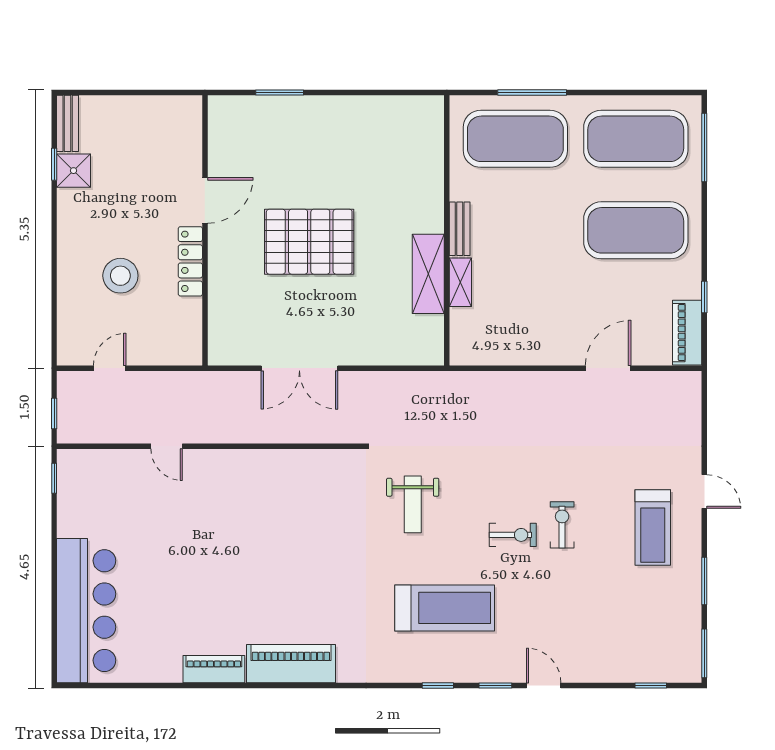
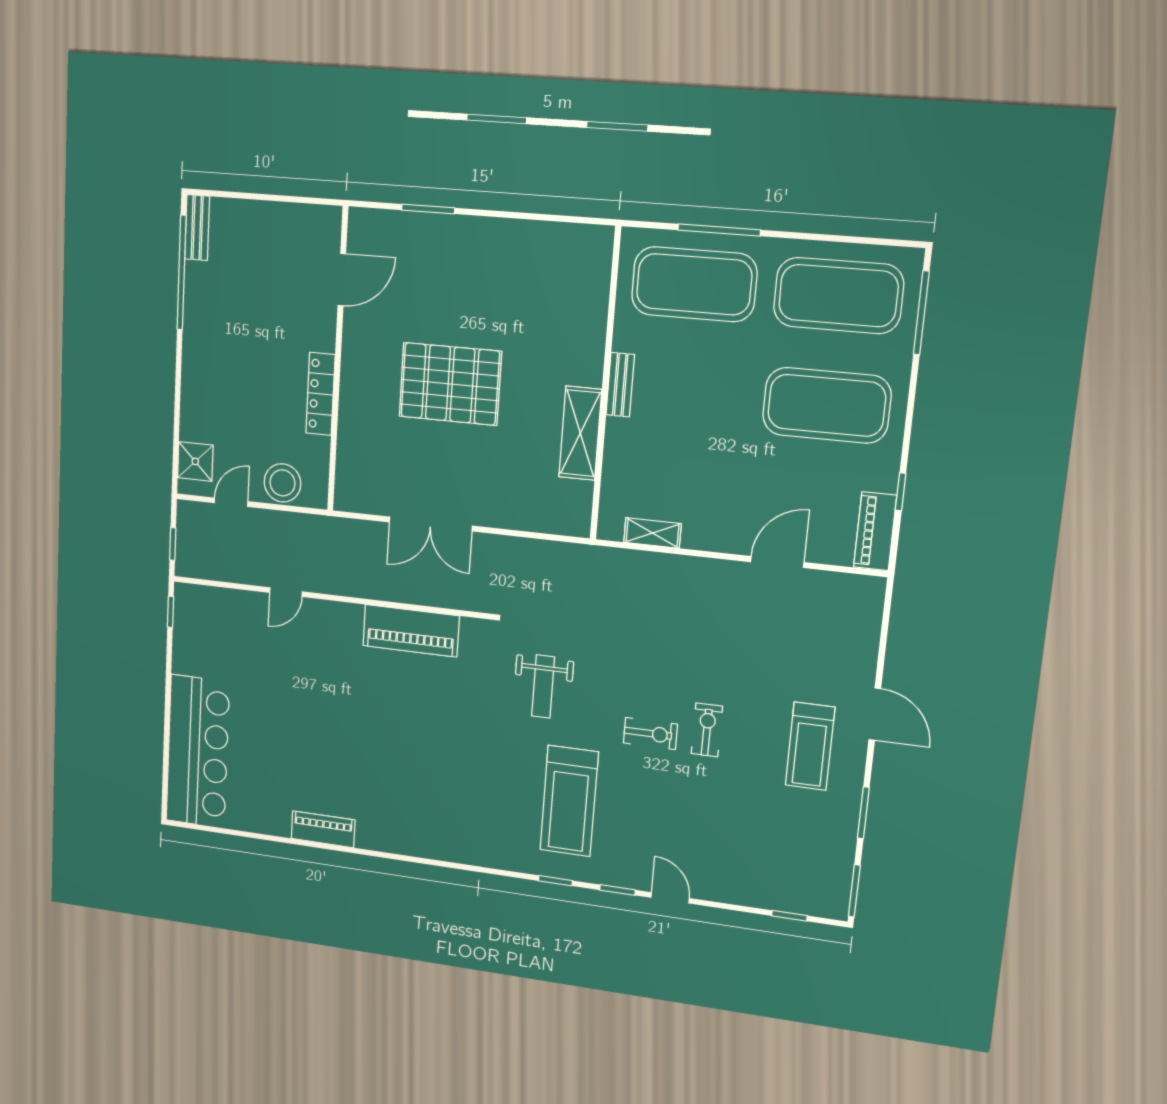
window: (54, 164) -> (182, 273), width x3.17
shower: (73, 171) -> (195, 461), moved
door: (205, 200) -> (342, 280), moved
stool: (120, 276) -> (282, 483), moved
shelving: (460, 282) -> (653, 533), moved, turned 90
door: (167, 446) -> (286, 592), hinge flipped
door: (704, 492) -> (875, 714), width x1.38
treadmill: (445, 608) -> (569, 801), turned 90
piano: (291, 664) -> (411, 631), moved, turned 180

